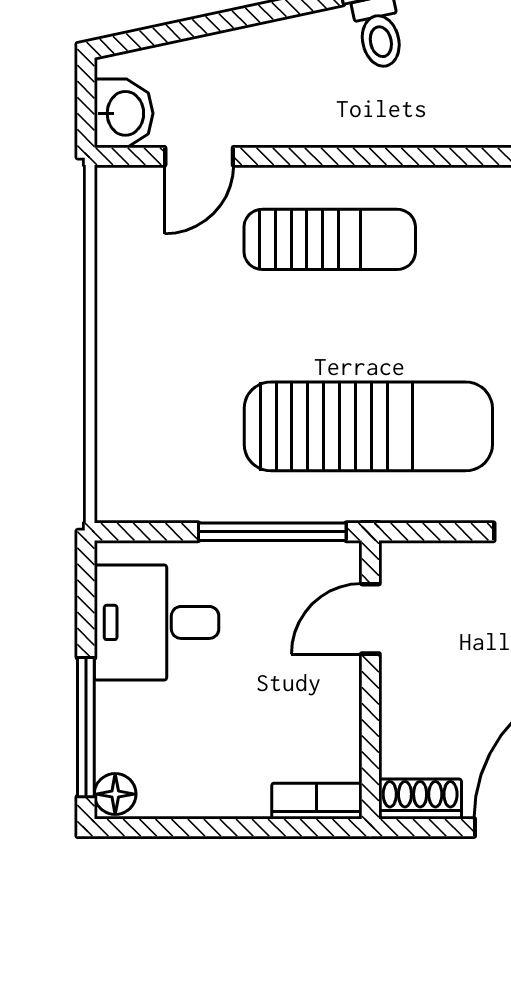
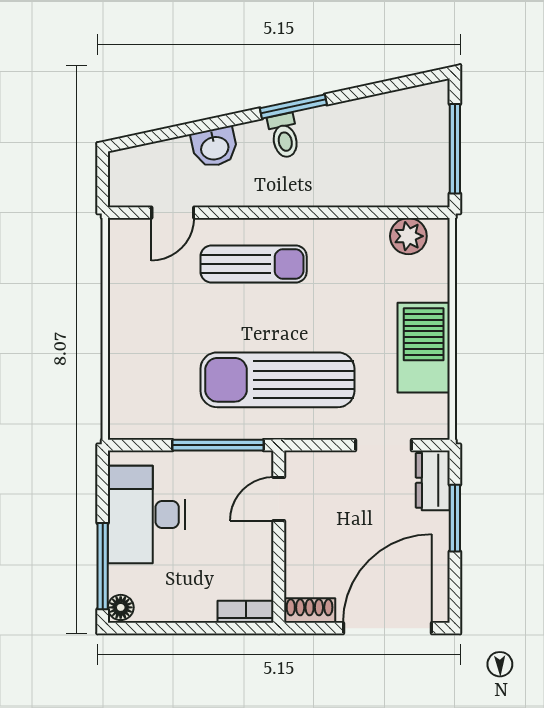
washbasin: (124, 113) -> (215, 147), moved, turned 78
sun lounger: (368, 426) -> (277, 380), turned 180
desk: (157, 622) -> (146, 515), width x1.37

